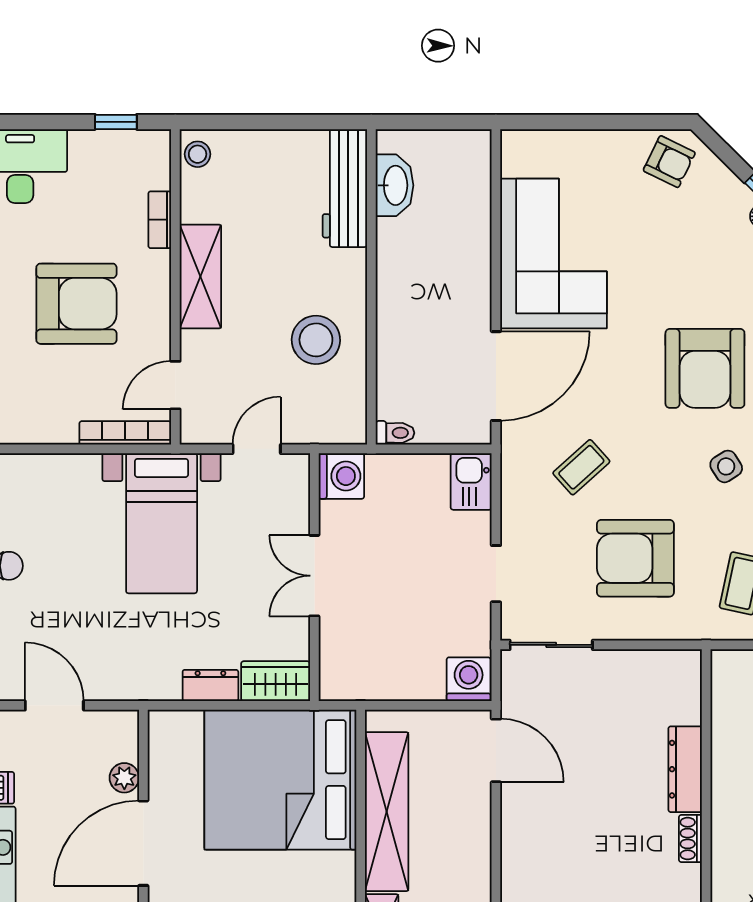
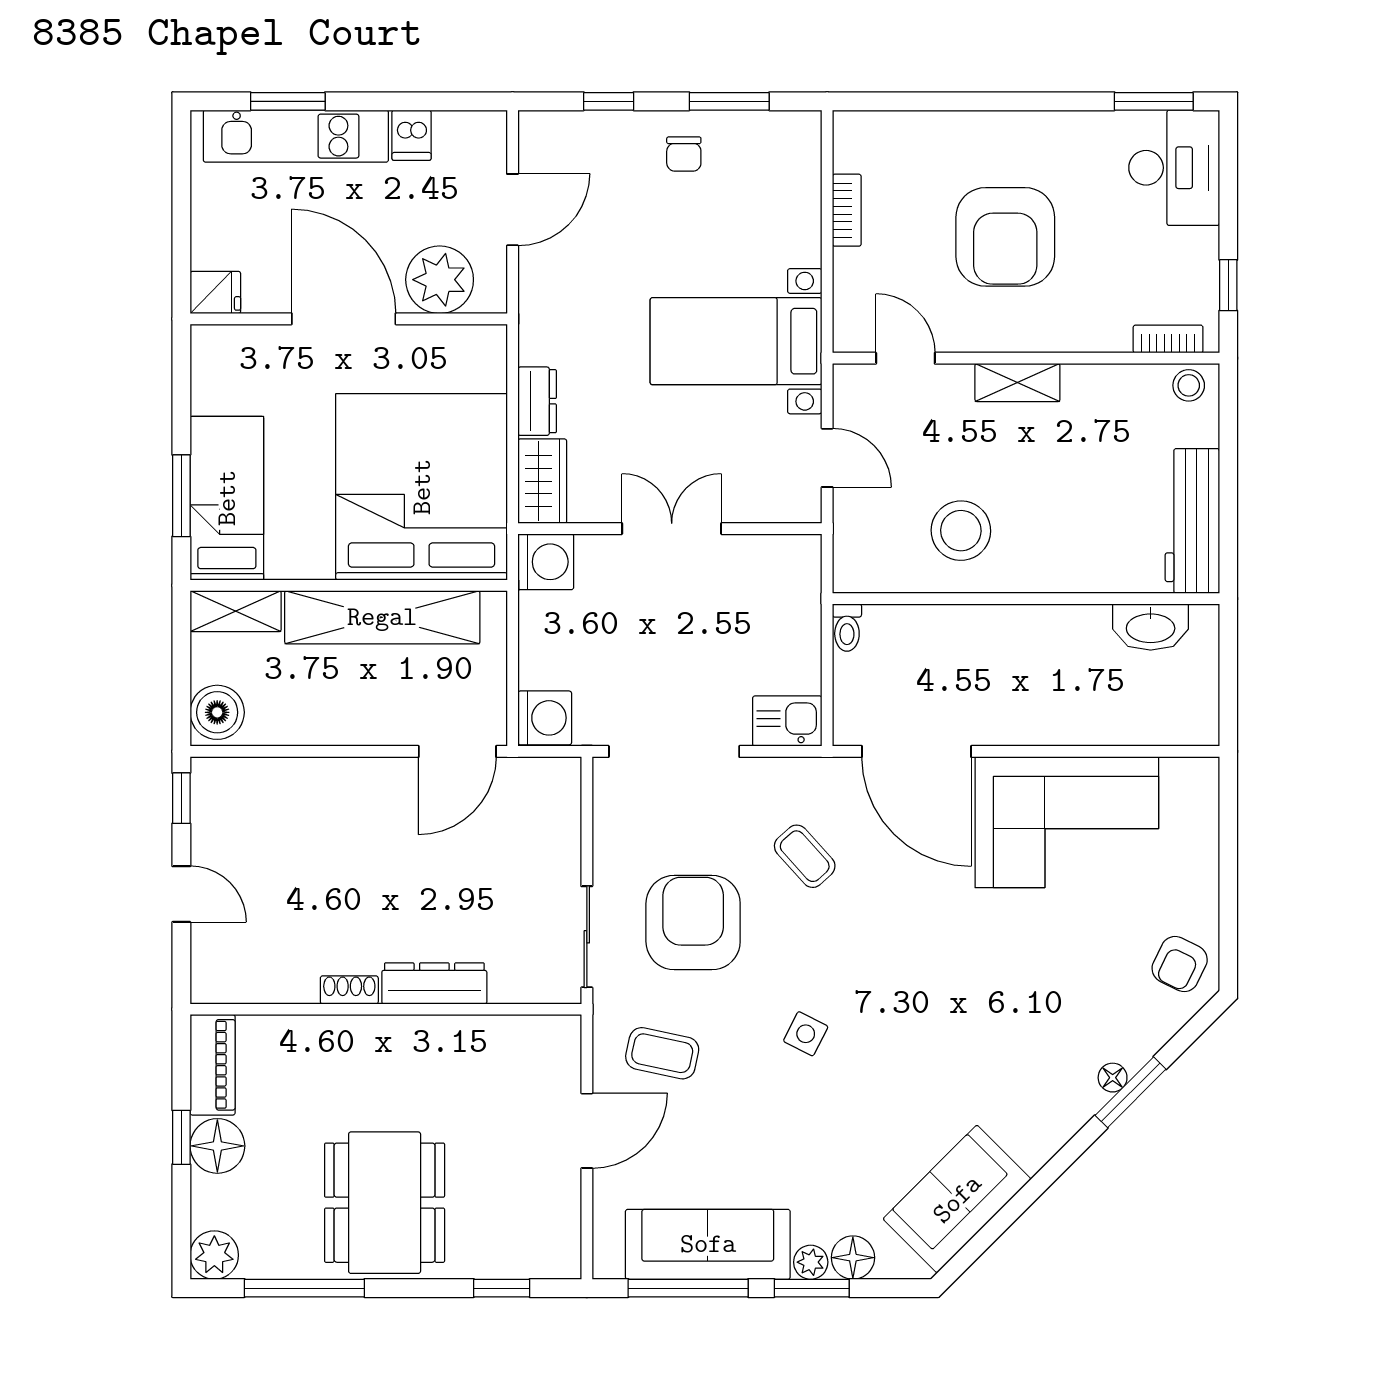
workbench: (345, 188) -> (1192, 521), moved, turned -90
bookcase: (160, 220) -> (1168, 339), moved
shelving: (200, 277) -> (1017, 383), width x0.67, depth x0.75
armchair: (705, 368) -> (926, 1008), removed
bookcase: (125, 433) -> (847, 210), moved, width x0.64
side table: (726, 466) -> (806, 1034), turned -31
washing machine: (341, 476) -> (546, 562), moved, turned -90
doorway: (496, 574) -> (674, 751), width x1.88
sliding door: (551, 645) -> (587, 937), moved
plant: (124, 778) -> (440, 280), width x1.88, depth x1.88

